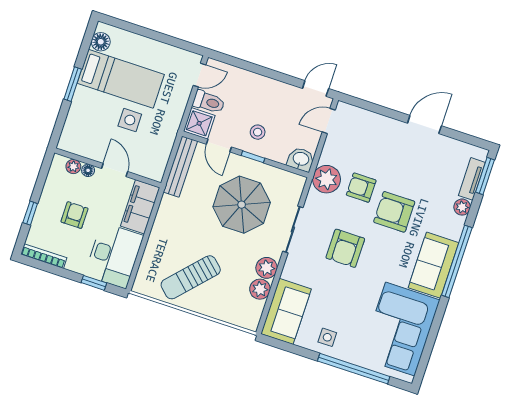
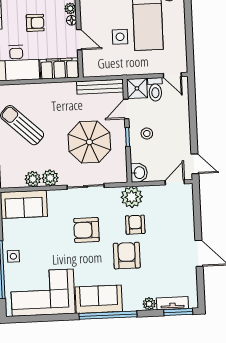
door: (329, 121) -> (175, 182), hinge flipped
door: (115, 170) -> (79, 40), hinge flipped
side table: (327, 337) -> (13, 256), moved

